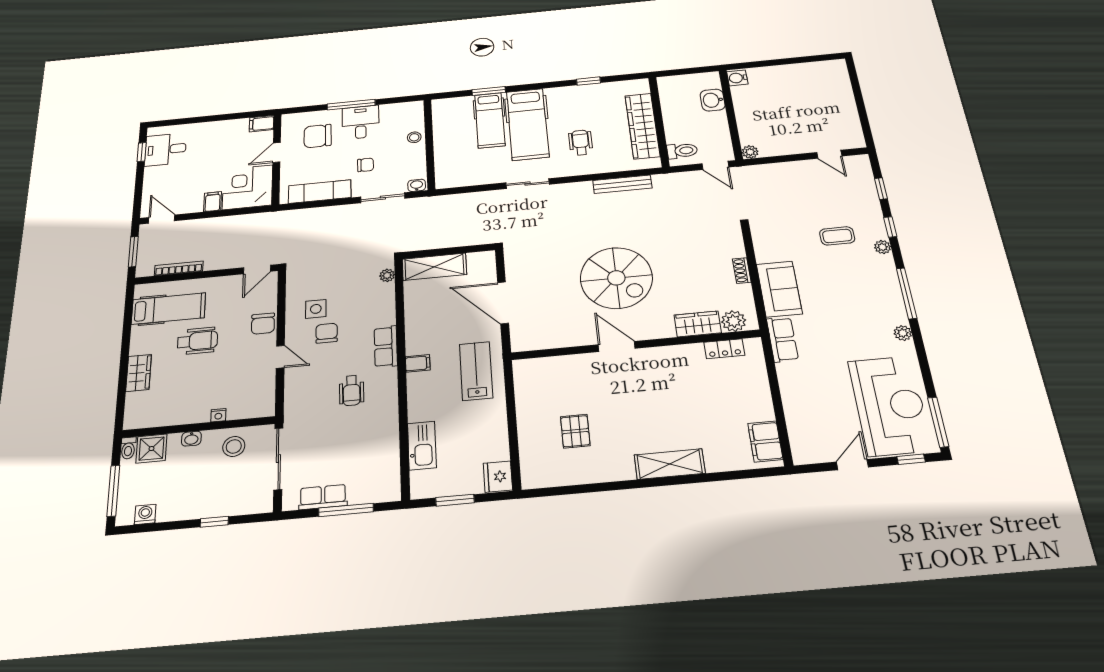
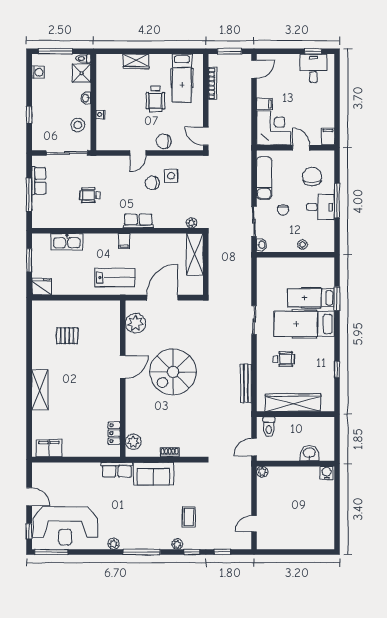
wardrobe: (698, 324) -> (134, 419), removed
chair: (327, 333) -> (152, 183), turned 180
plant: (546, 335) -> (135, 323), added
wheelchair: (352, 391) -> (90, 195), moved

